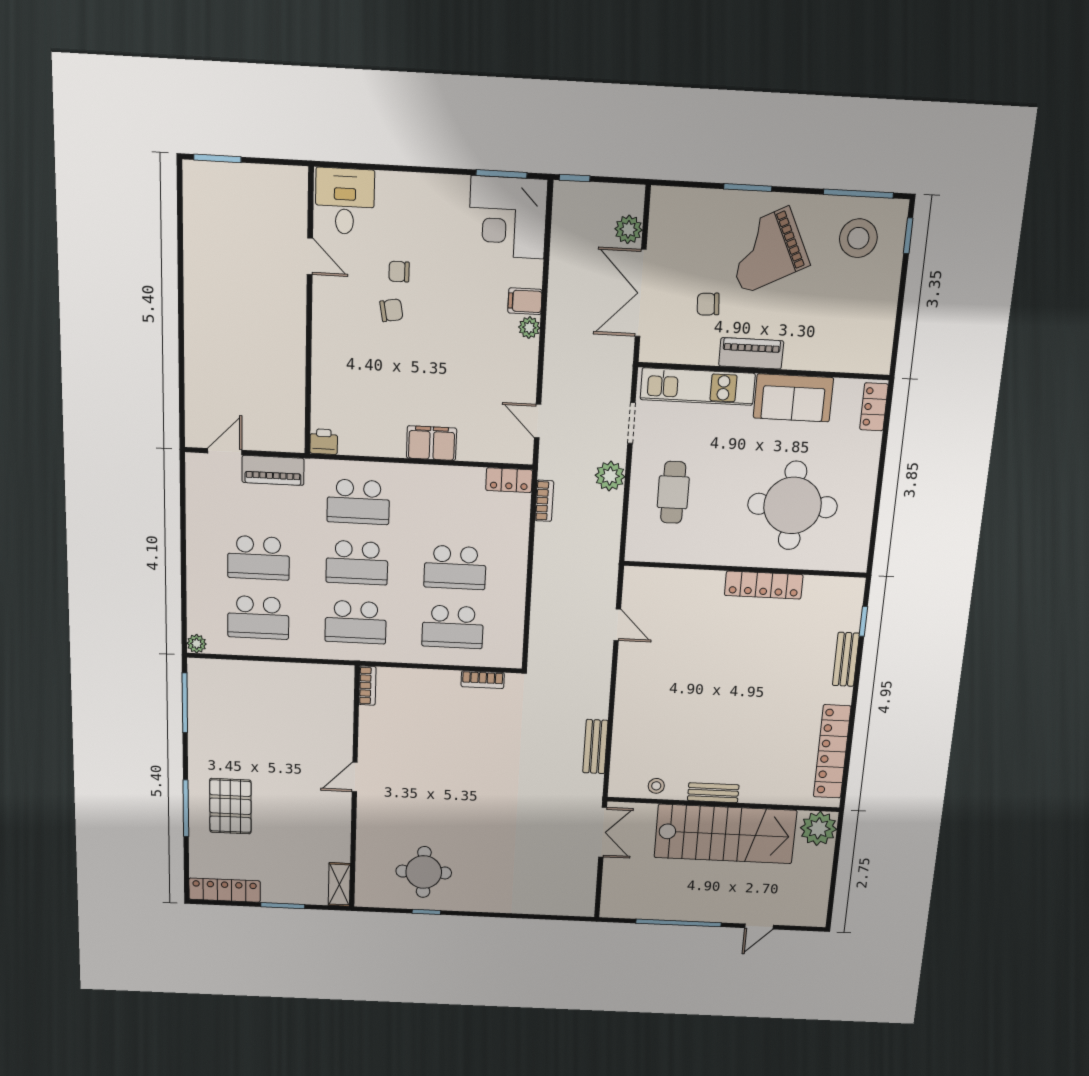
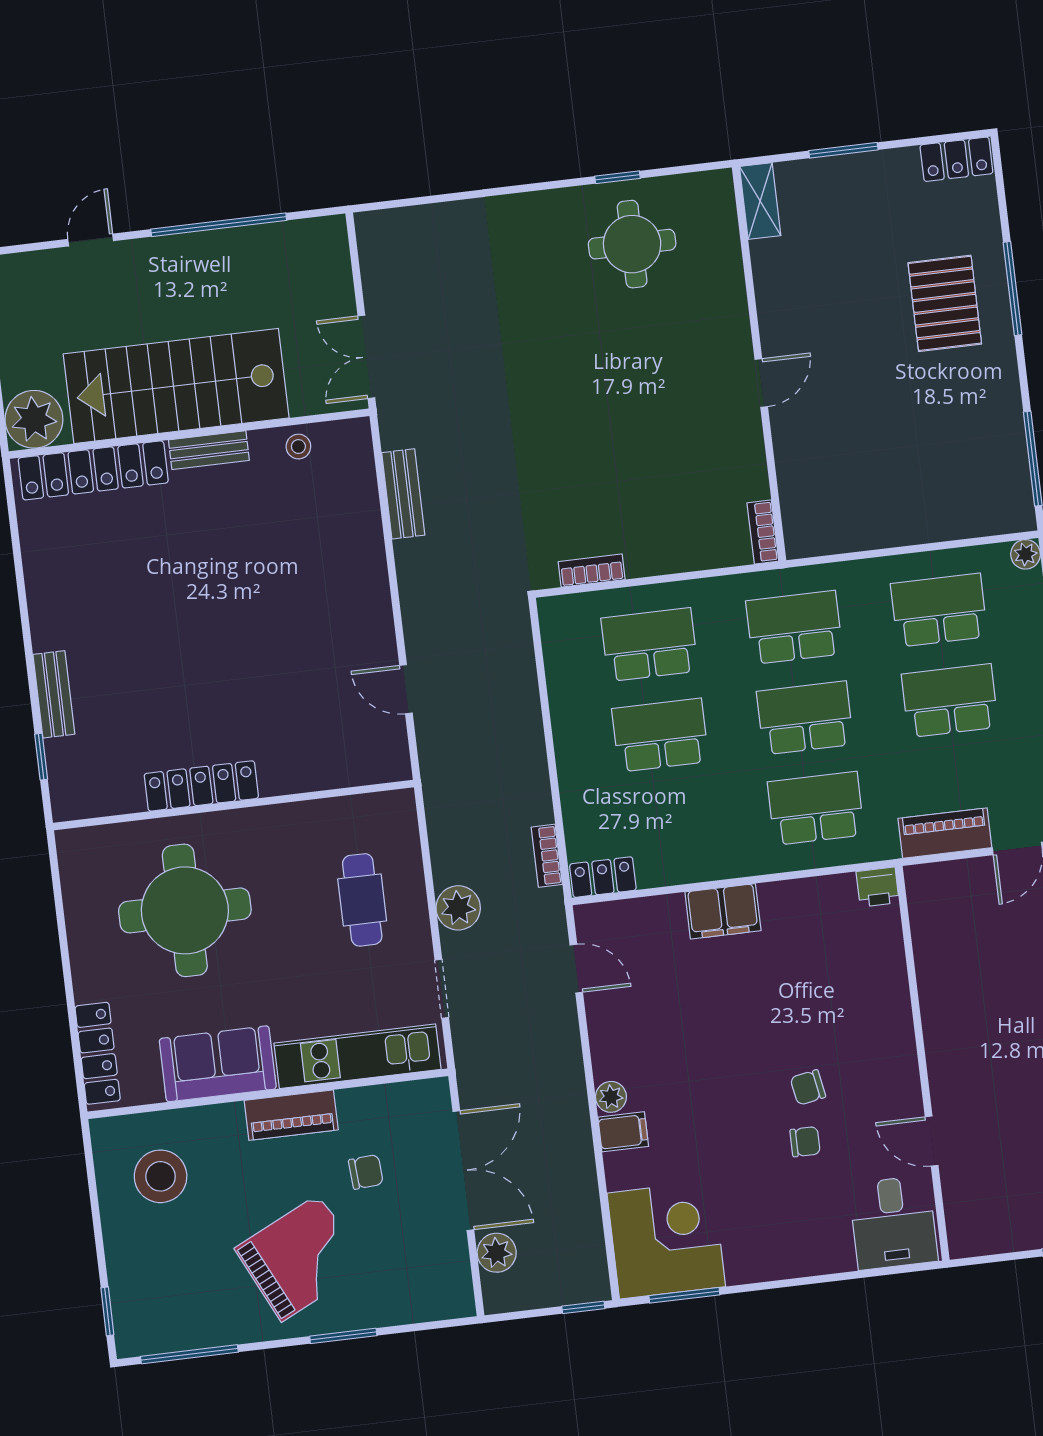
stool: (858, 238) -> (161, 1176), moved
locker: (874, 407) -> (98, 1053), width x1.53
locker: (832, 752) -> (93, 470), moved, turned 90
locker: (225, 890) -> (956, 159), width x0.66

